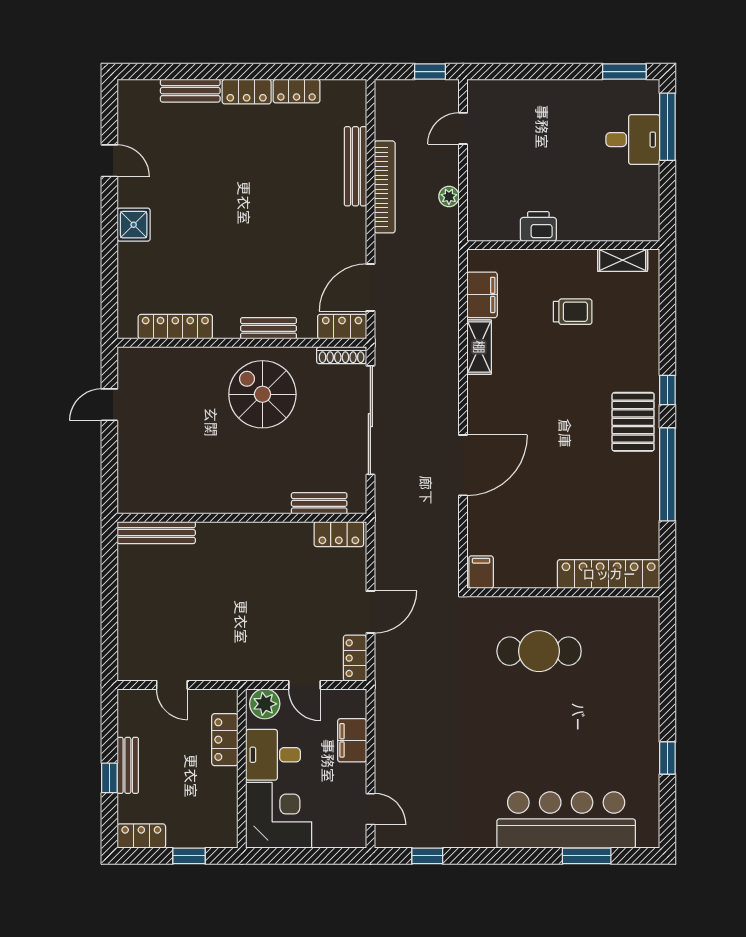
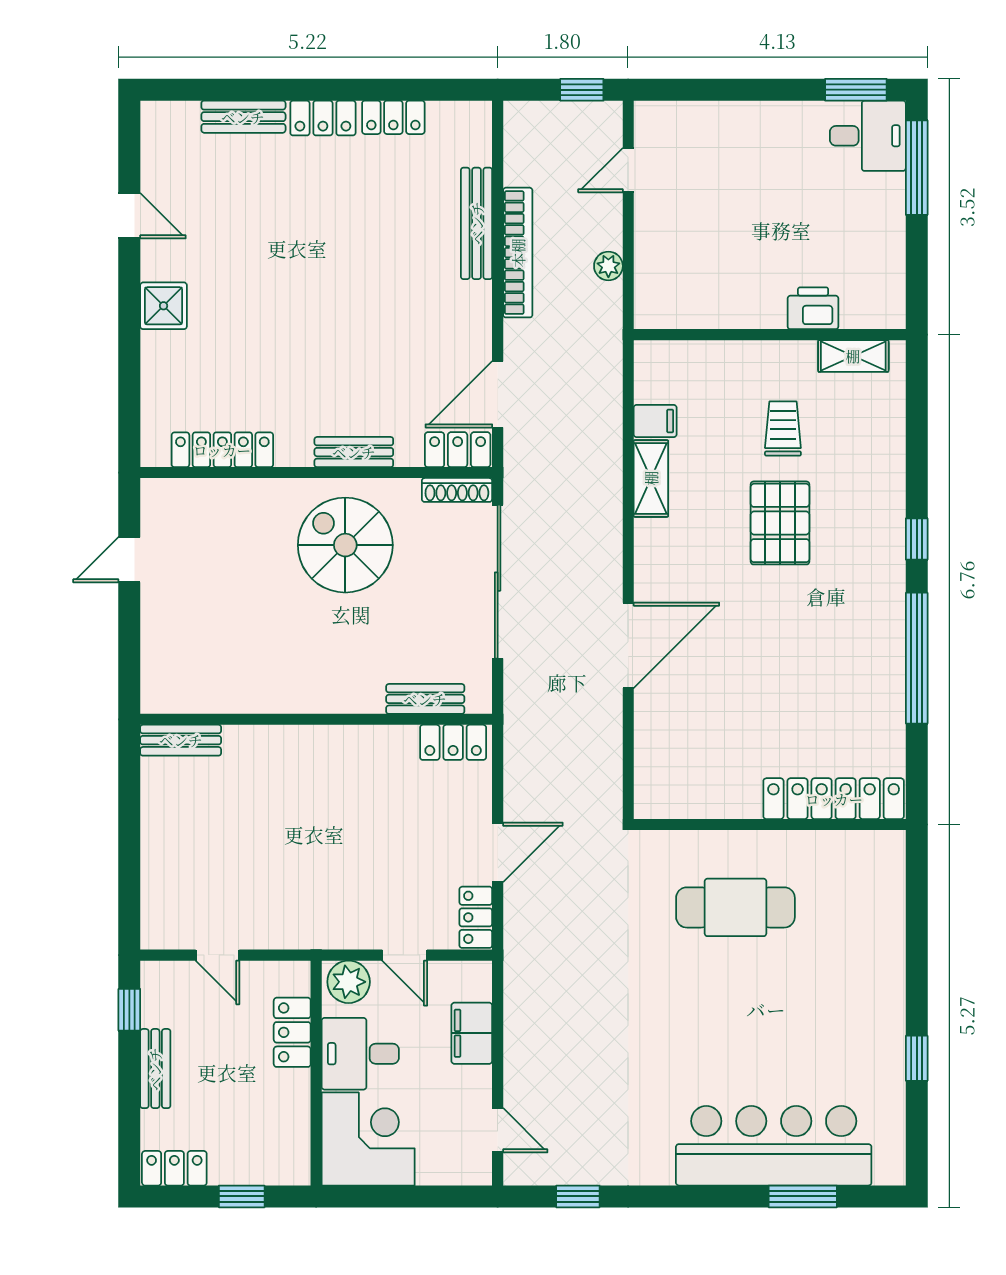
desk: (633, 140) -> (868, 136), moved
printer: (538, 226) -> (813, 308), moved
filing cabinet: (482, 295) -> (655, 421), width x0.50
trolley: (573, 312) -> (783, 429), turned -90
pallet: (633, 422) -> (780, 523), moved
bench: (156, 533) -> (181, 740), width x0.73
filing cabinet: (481, 572) -> (654, 796), removed
window: (109, 778) -> (129, 1010), moved

